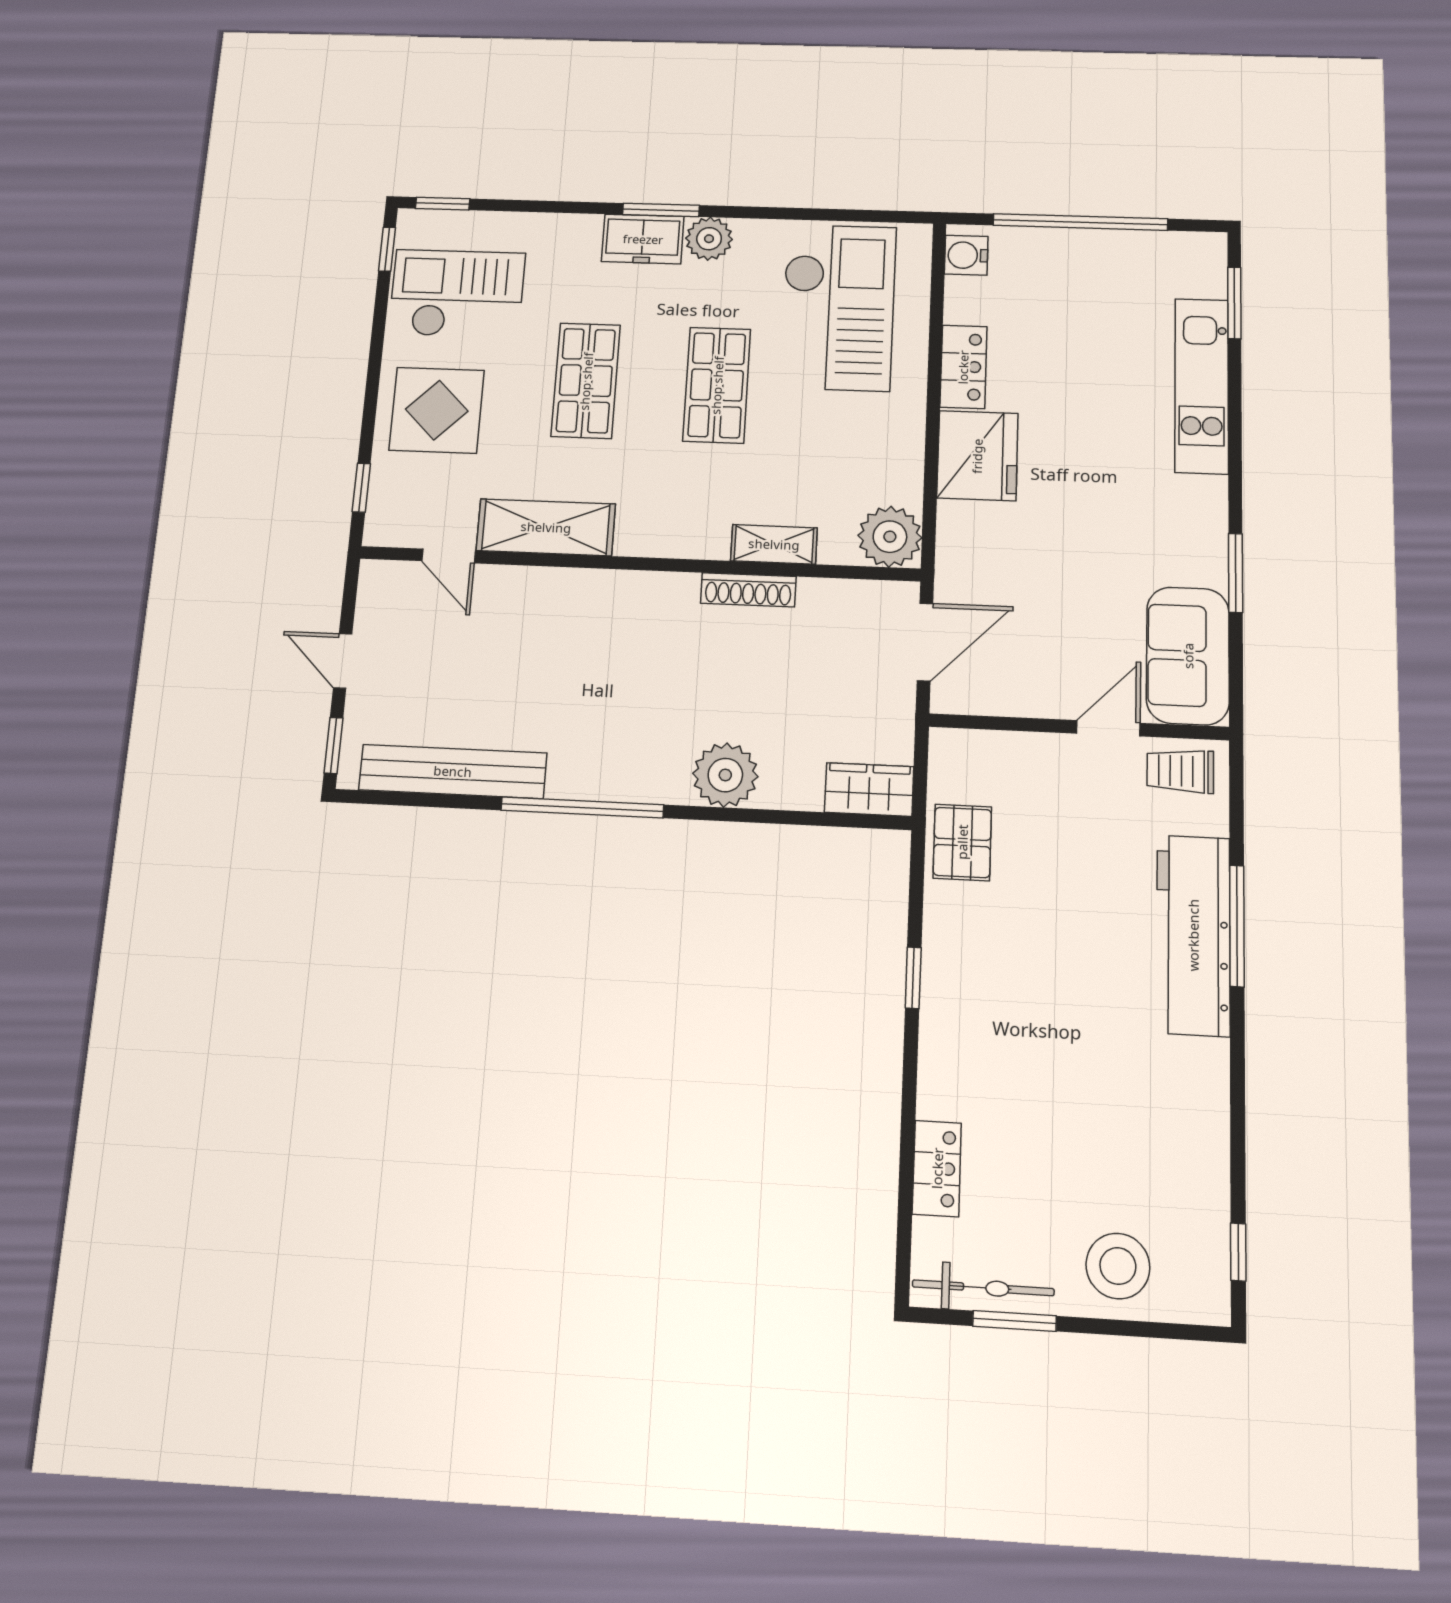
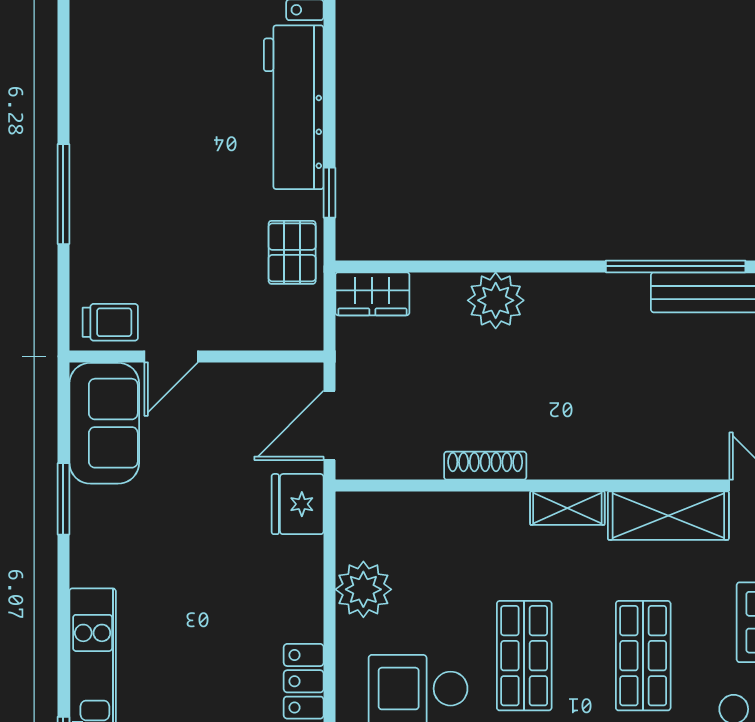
fridge: (977, 456) -> (298, 504), moved, width x0.73, depth x0.75
plant: (890, 537) -> (363, 589), moved
shelving: (774, 544) -> (567, 508), moved
window: (582, 807) -> (676, 266), moved
workbench: (1193, 935) -> (294, 107), moved, turned 180
window: (913, 978) -> (329, 193), moved

